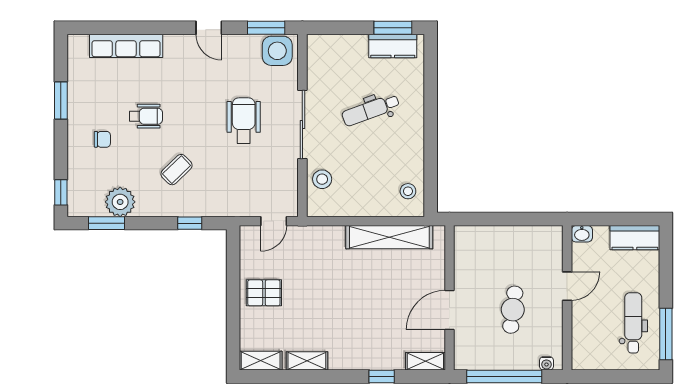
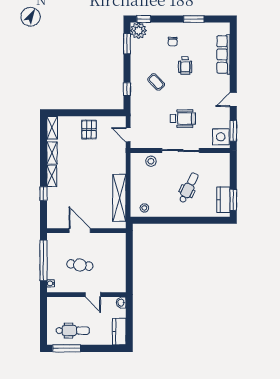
dental chair: (371, 110) -> (189, 188), turned 46
plant: (120, 202) -> (139, 31), moved
shelving: (425, 361) -> (52, 176), moved

